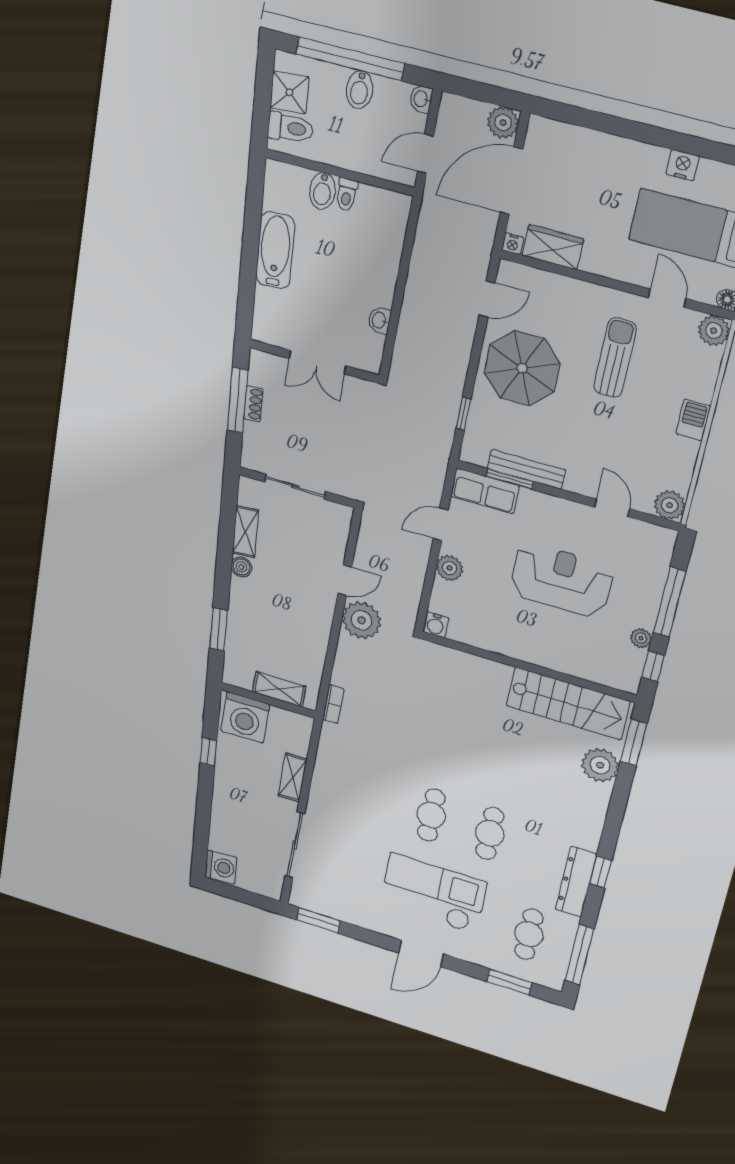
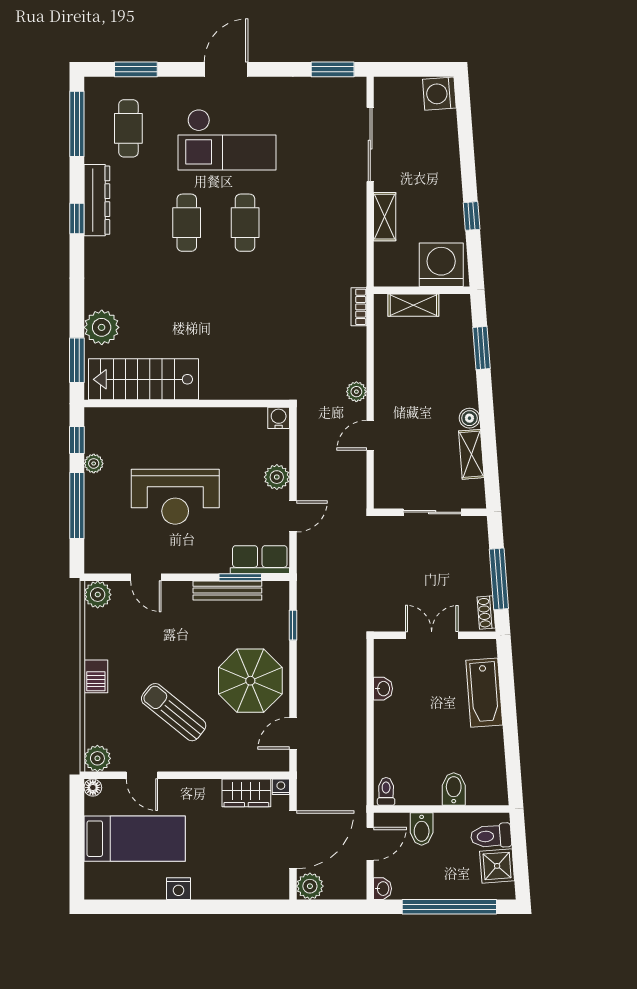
bidet: (360, 90) -> (422, 829), moved, turned 180
nightstand: (683, 165) -> (179, 889), moved
toilet: (347, 195) -> (386, 791), moved
bathtub: (275, 250) -> (484, 693), moved
sun lounger: (615, 358) -> (174, 712), turned 129
shoe rack: (253, 404) -> (486, 613), moved
plant: (362, 620) -> (356, 392), width x0.53, depth x0.53

